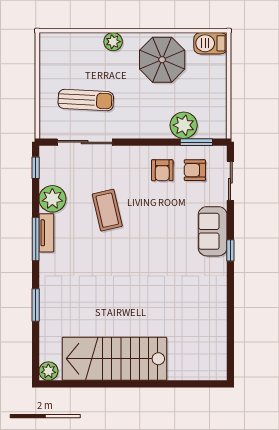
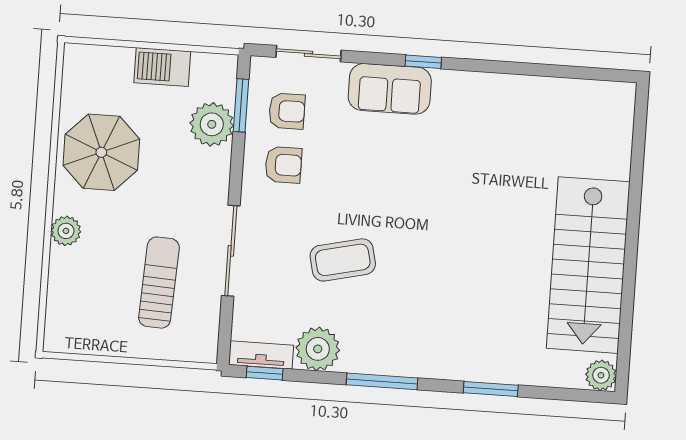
barbecue: (210, 43) -> (162, 67), moved, turned 90
sliding door: (85, 142) -> (231, 251), moved
armchair: (195, 170) -> (287, 111), turned -90
tv unit: (46, 233) -> (261, 355), moved

